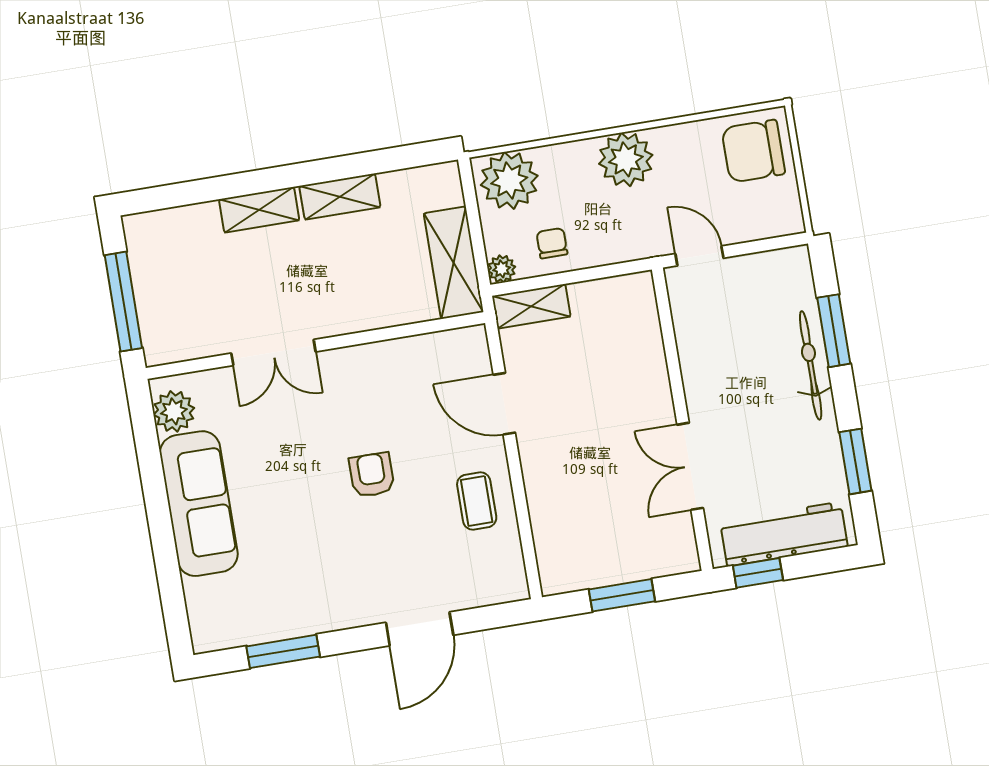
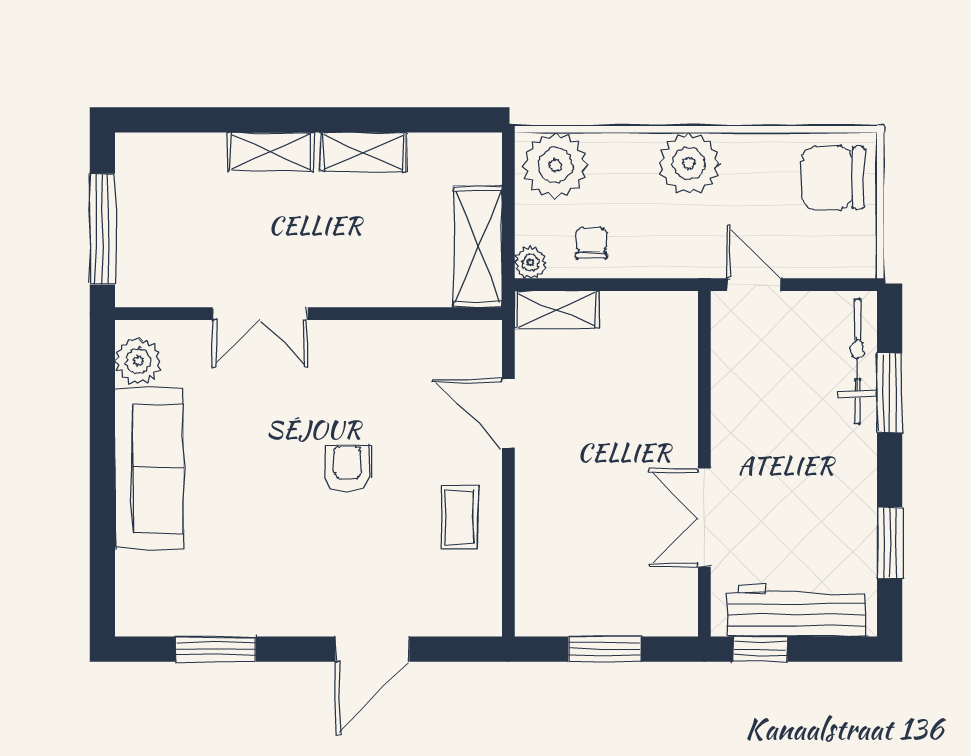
bicycle: (811, 365) -> (857, 361), moved

